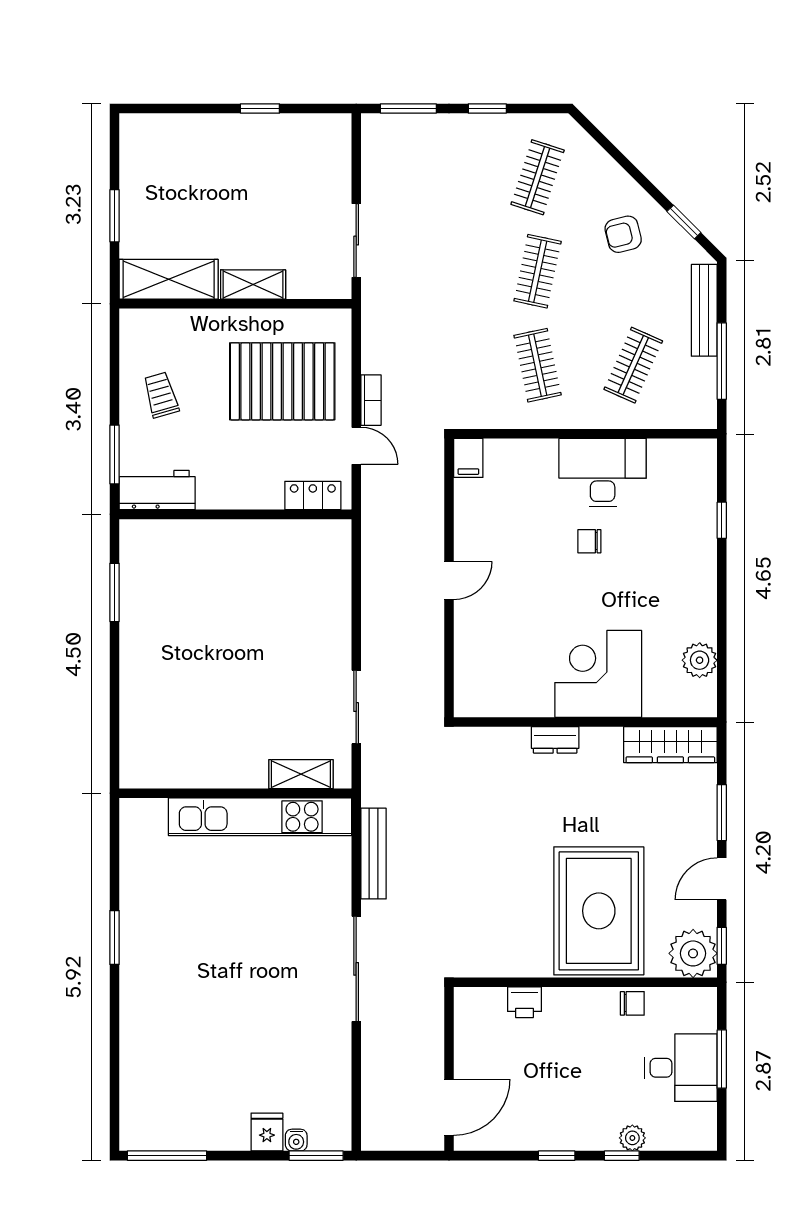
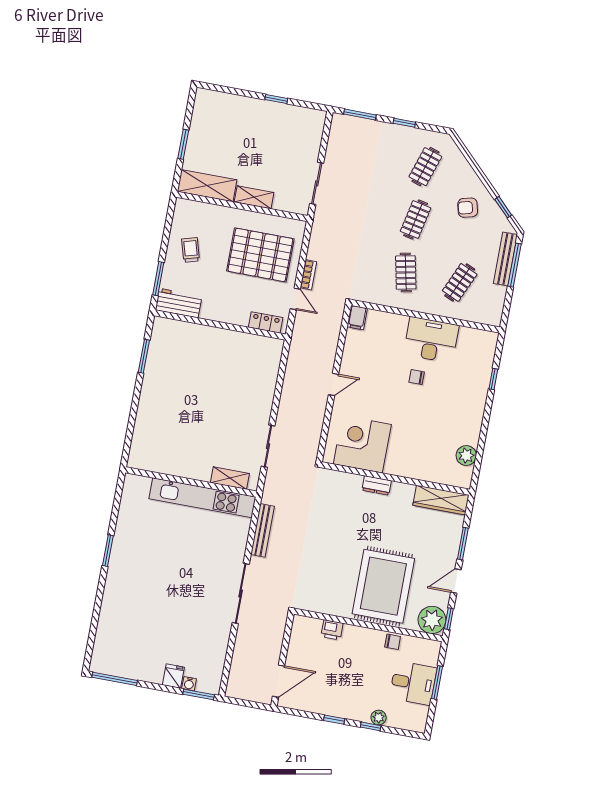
window: (722, 361) -> (514, 265), moved
corner desk: (598, 674) -> (362, 444), moved

